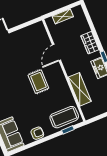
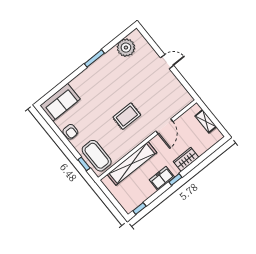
door: (57, 53) -> (164, 126), swing flipped
shelving: (80, 89) -> (132, 163), width x1.47

